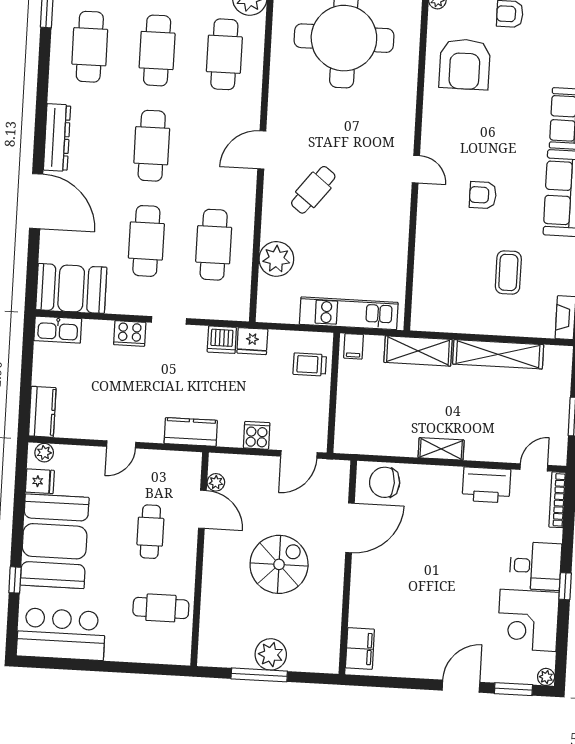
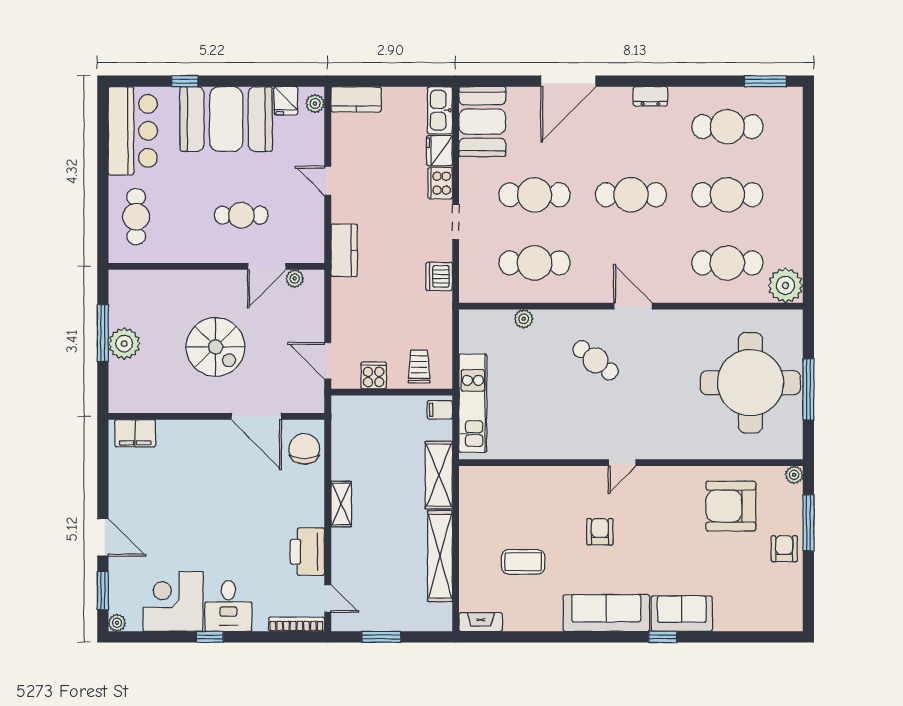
dresser: (57, 138) -> (650, 96), width x0.51, depth x0.80
plant: (276, 259) -> (524, 319), width x0.53, depth x0.53
fridge: (252, 341) -> (439, 151), moved
cooker: (257, 435) -> (374, 375), moved, turned -90
cafe table: (161, 608) -> (136, 217), moved

